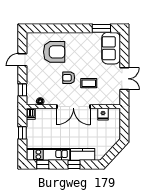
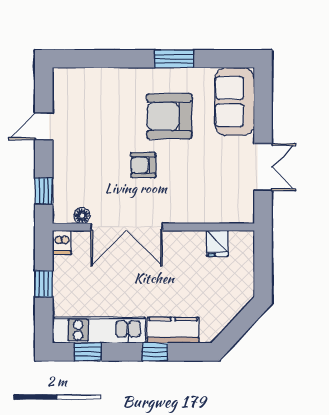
window: (101, 28) -> (174, 59), moved
armchair: (54, 52) -> (169, 116), moved, turned 180
coffee table: (89, 83) -> (187, 177), removed
double door: (73, 107) -> (126, 227), moved

